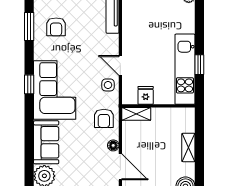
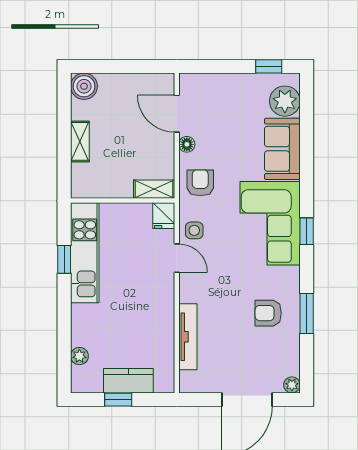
armchair: (56, 27) -> (268, 313), turned -90
fridge: (146, 95) -> (164, 216), moved

